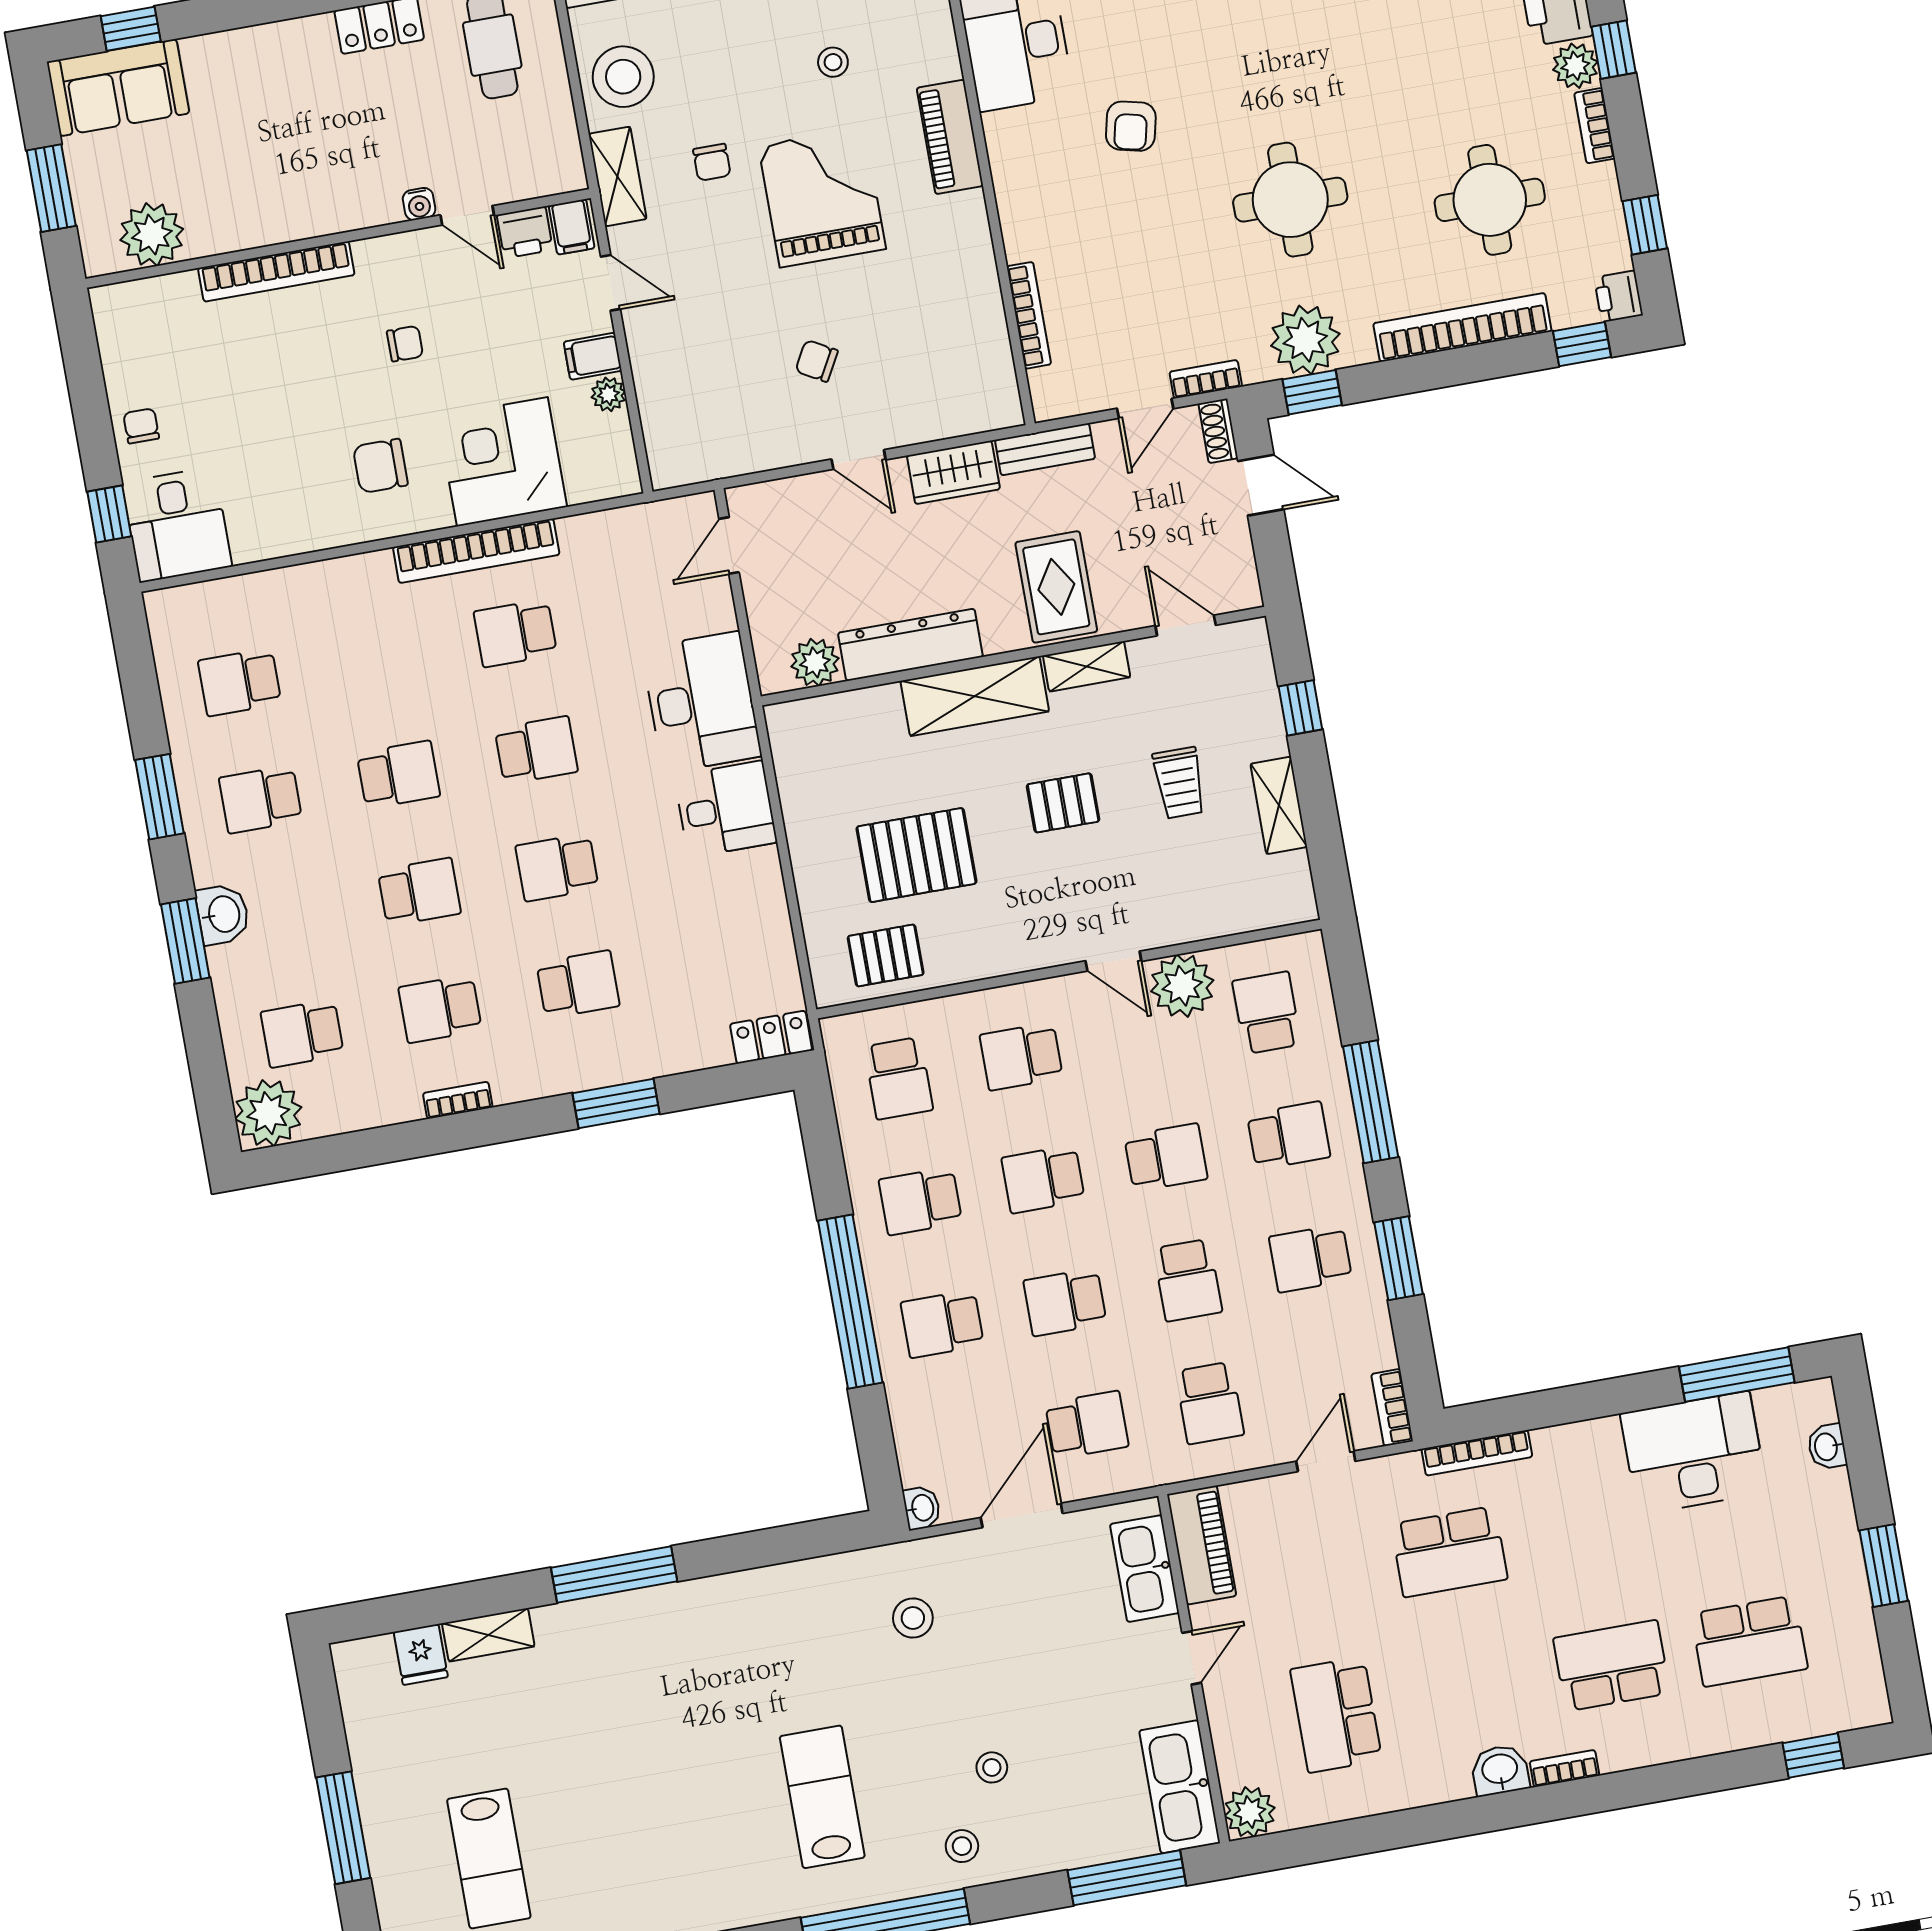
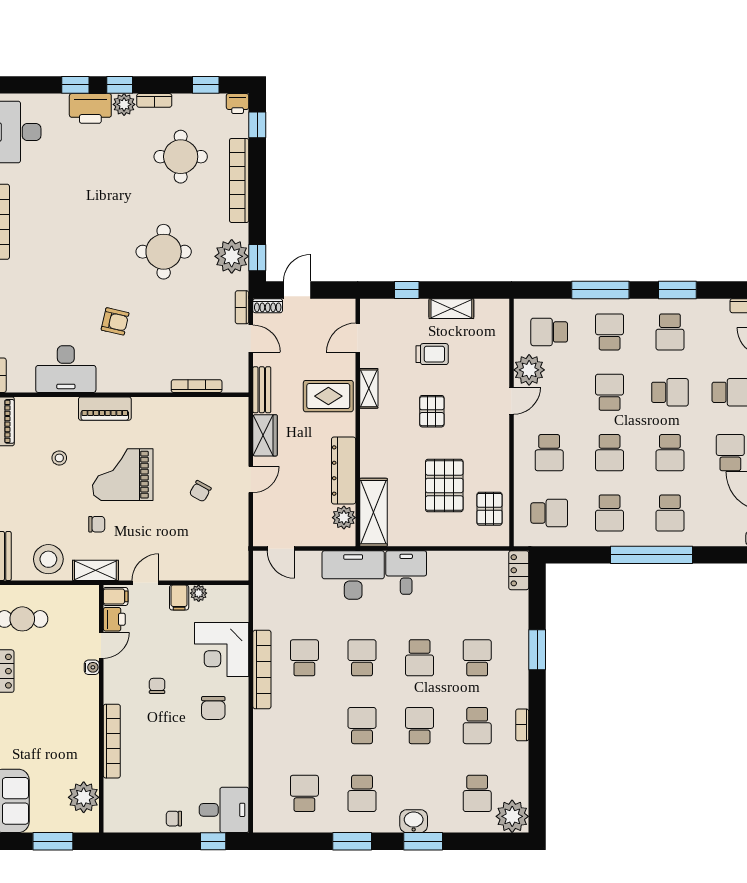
school desk: (515, 633) -> (304, 658), turned 180
school desk: (240, 682) -> (304, 793), turned 180
shelving: (975, 696) -> (373, 512), moved

